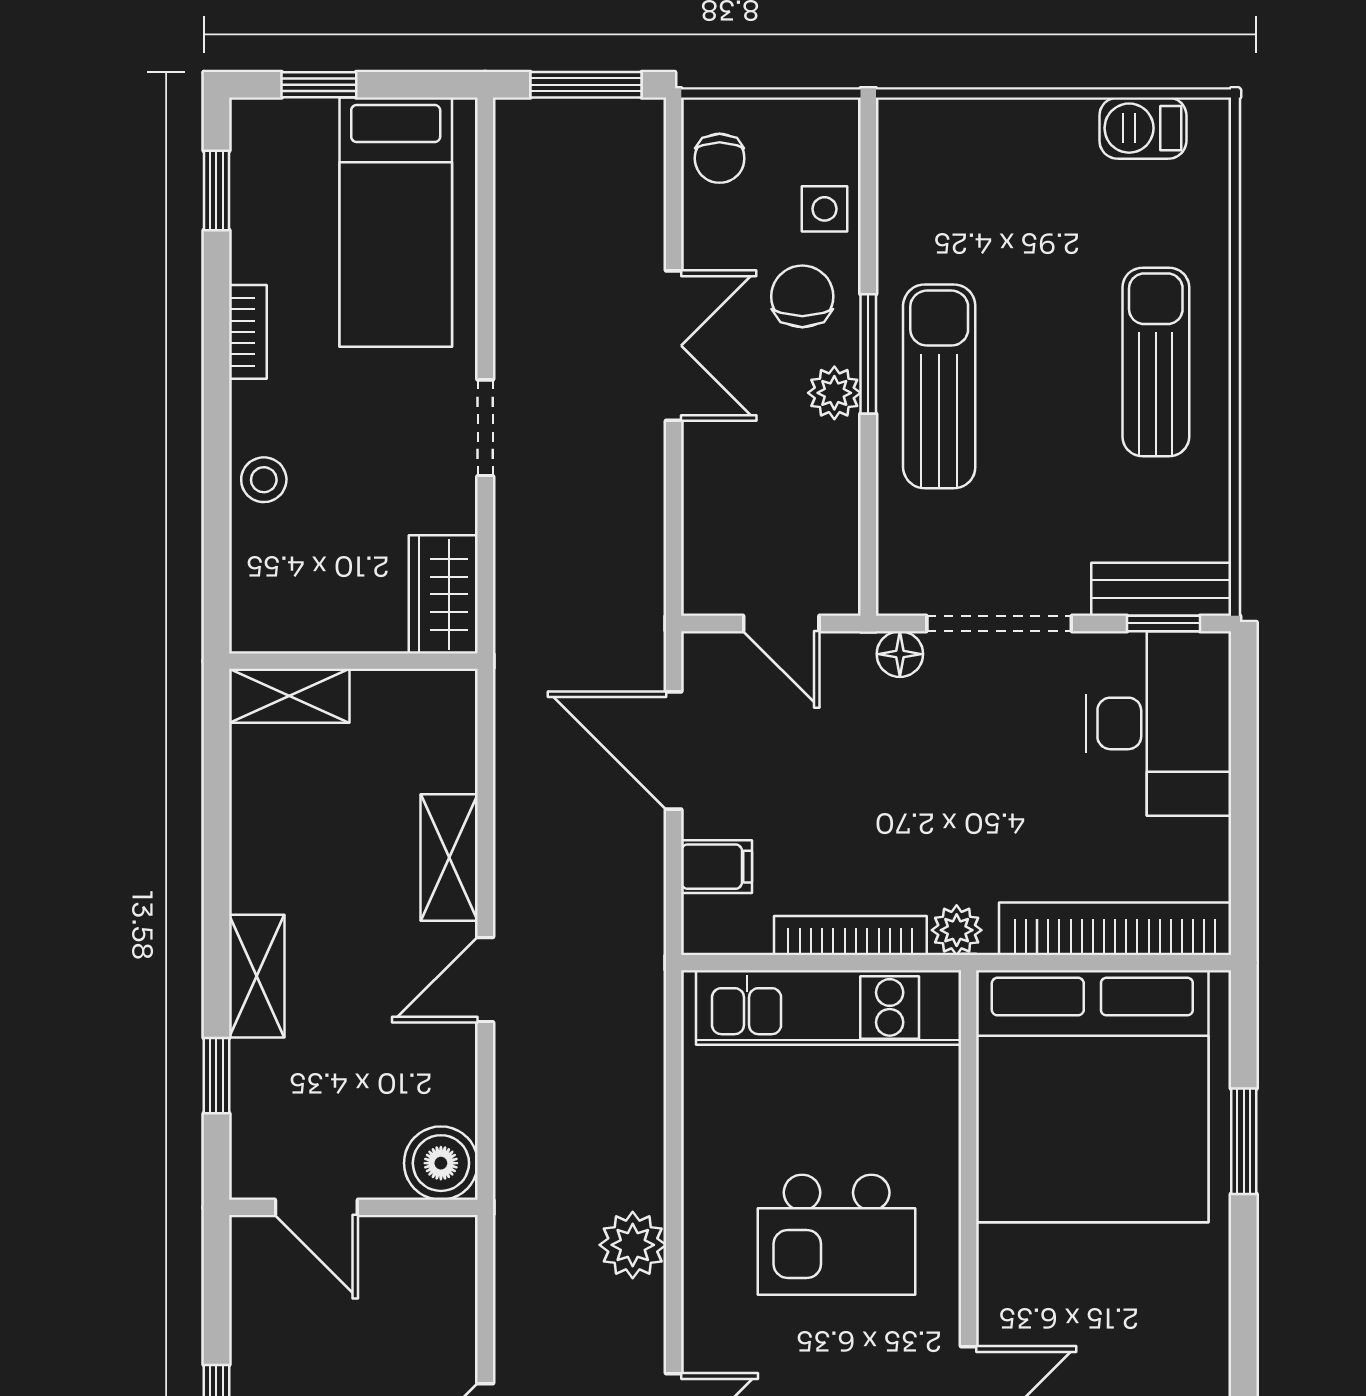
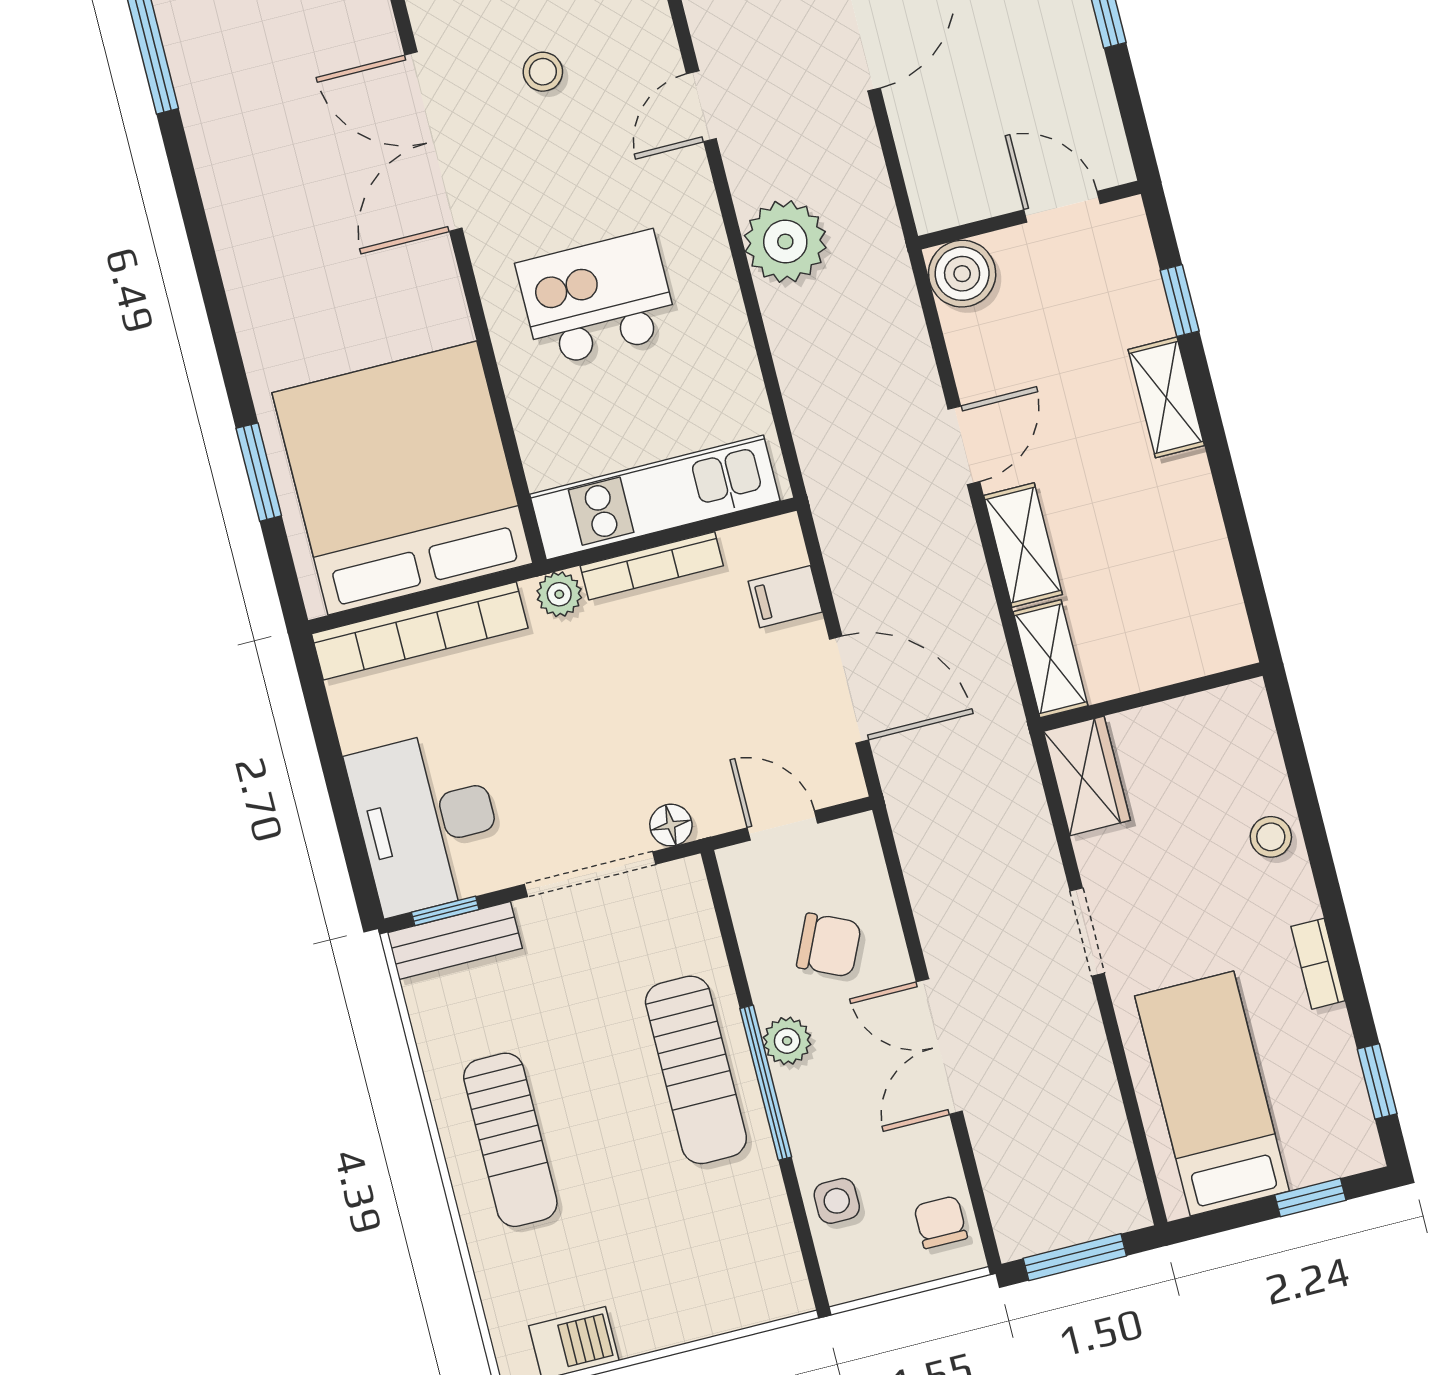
chair: (802, 296) -> (829, 945), moved, turned -65
window: (868, 354) -> (766, 1083), width x1.44
shelving: (289, 696) -> (1050, 659), moved, turned 90
plant: (633, 1245) -> (785, 242), width x1.36, depth x1.36

